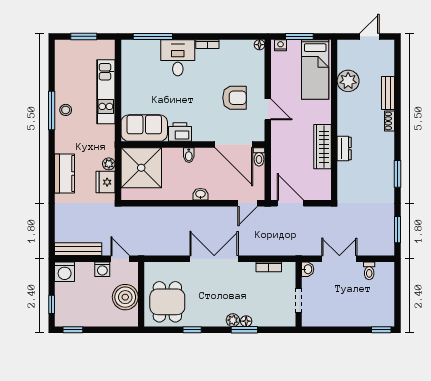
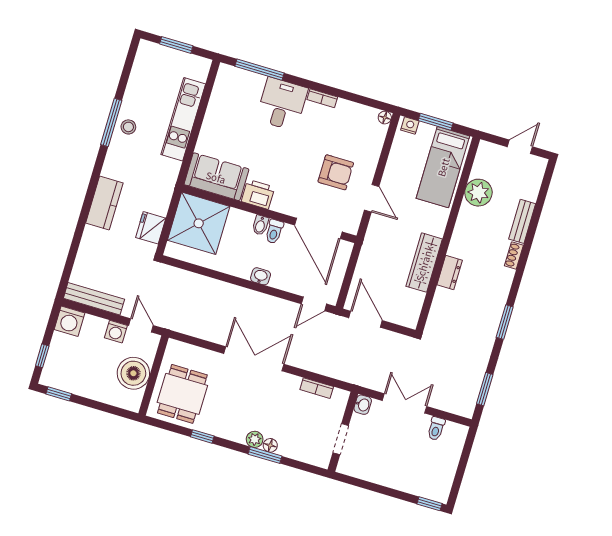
toilet: (259, 157) -> (274, 231), moved
plant: (109, 164) -> (161, 207), removed

